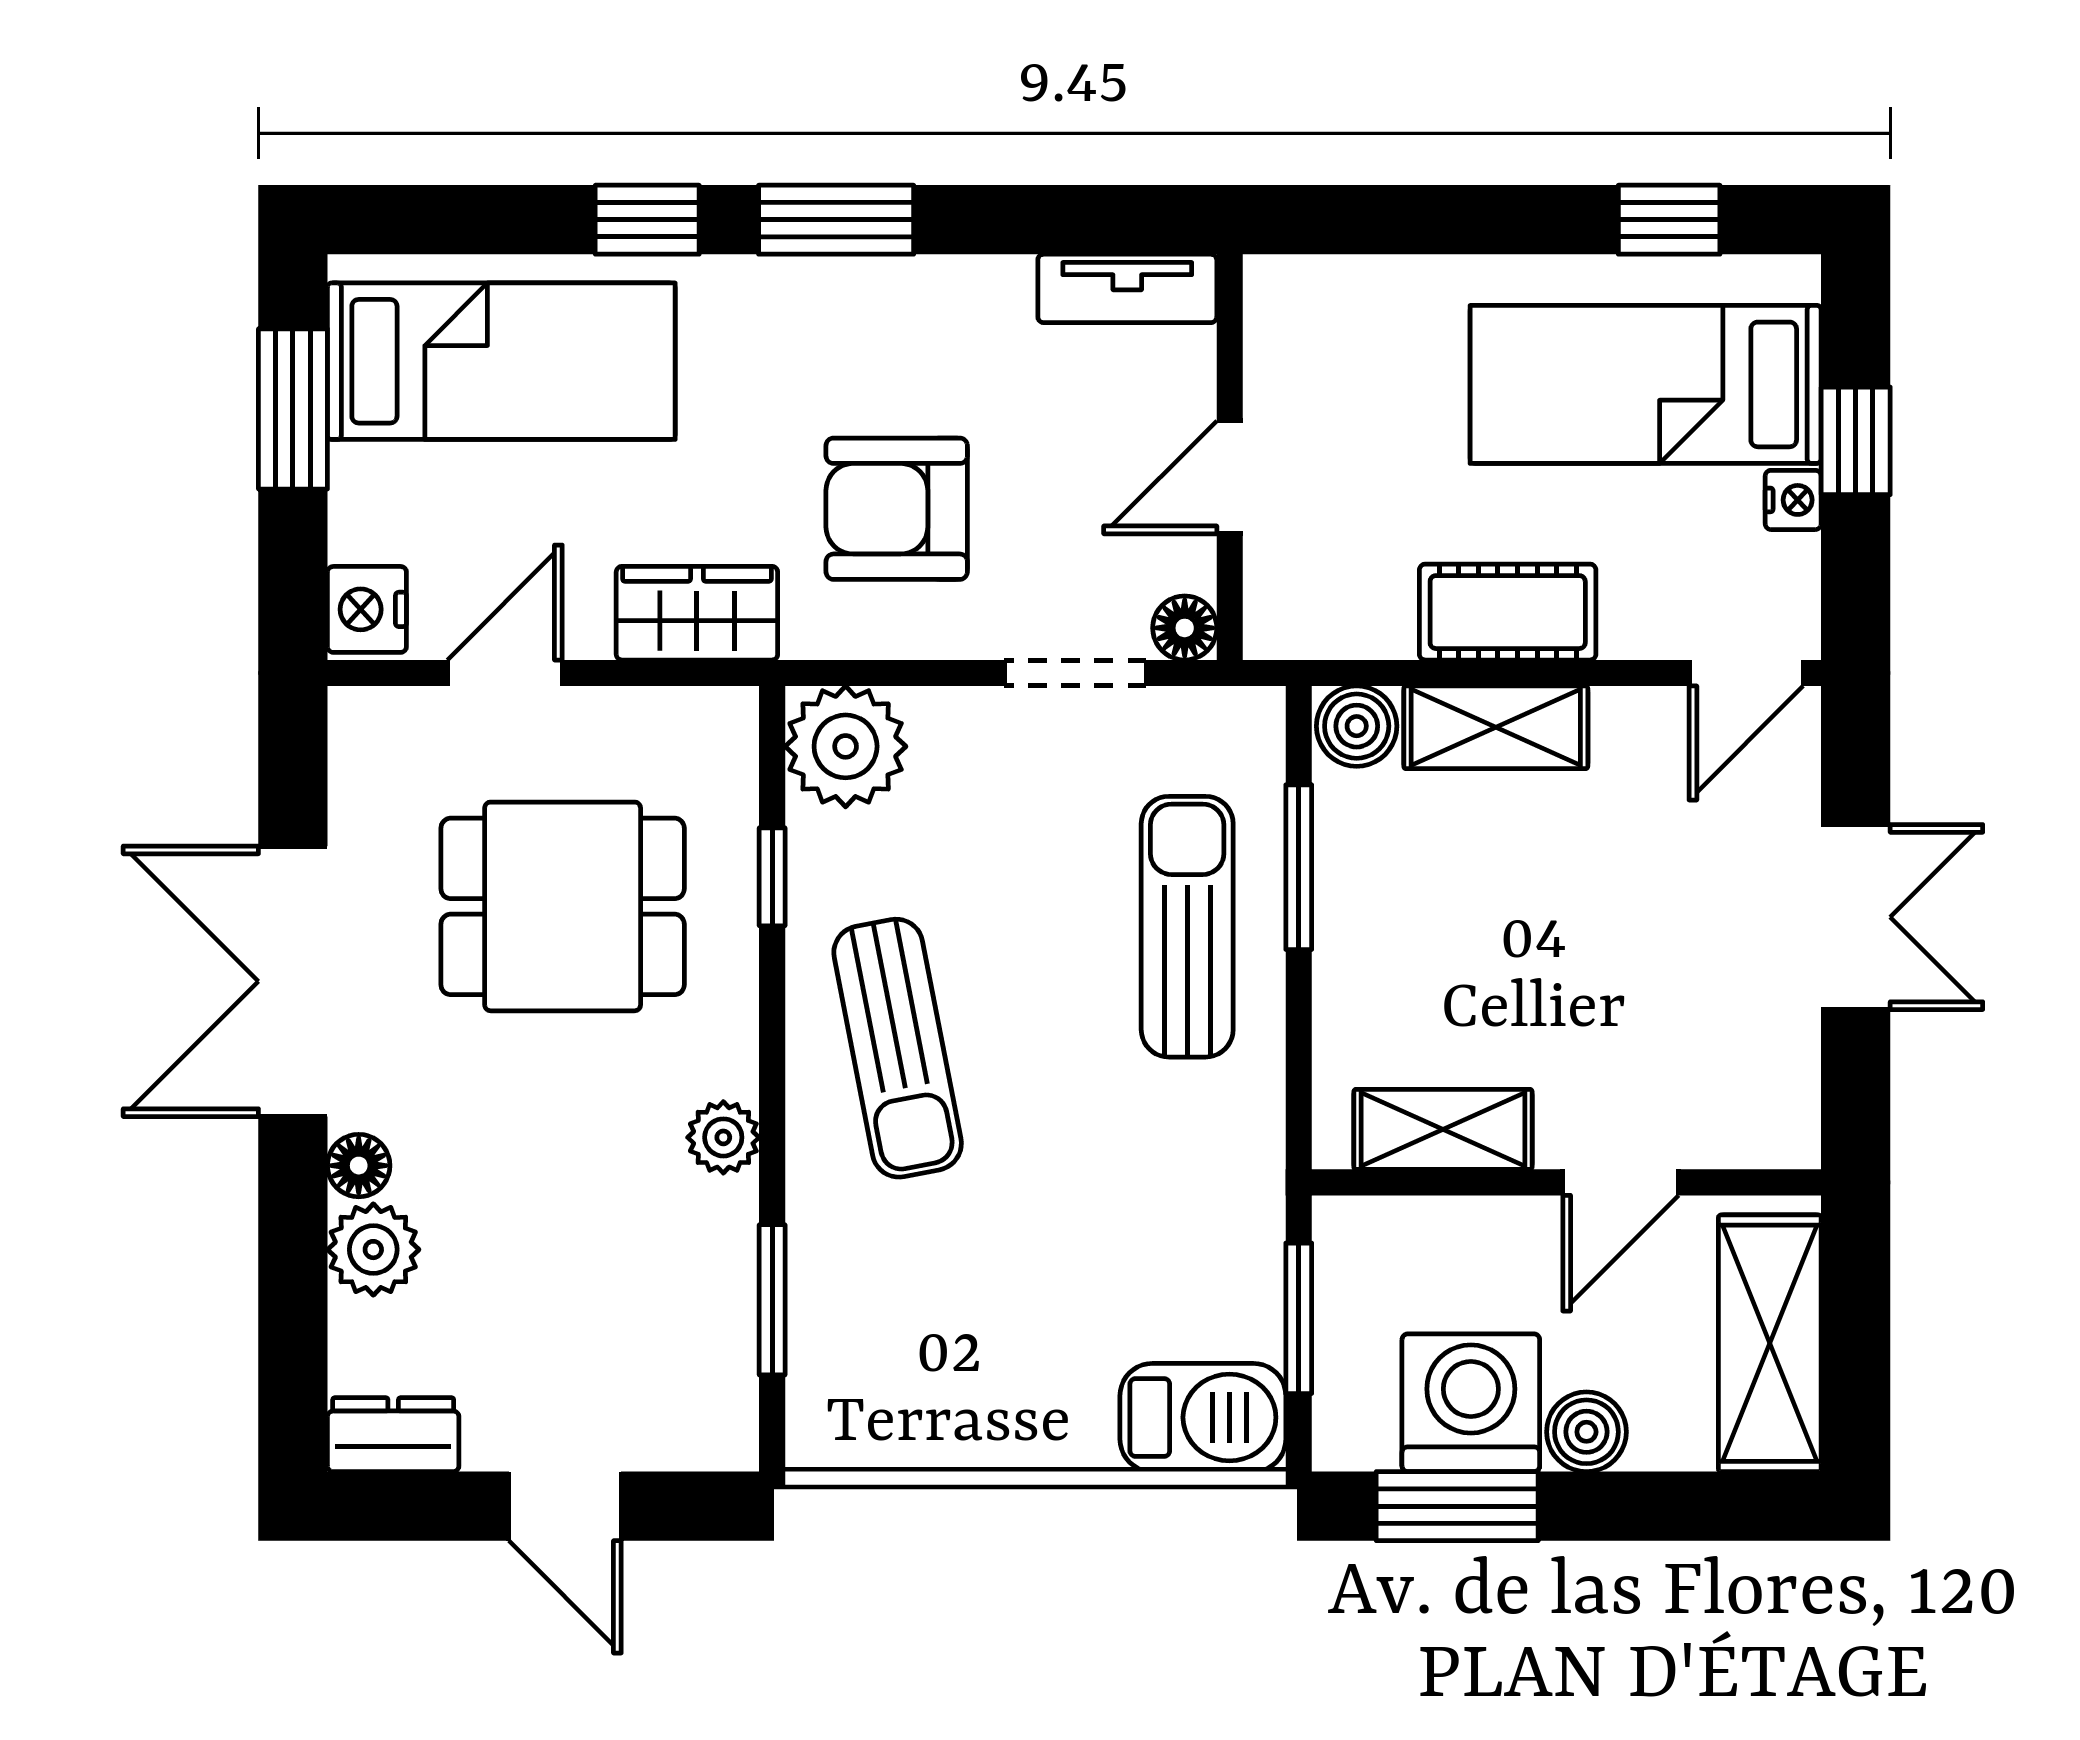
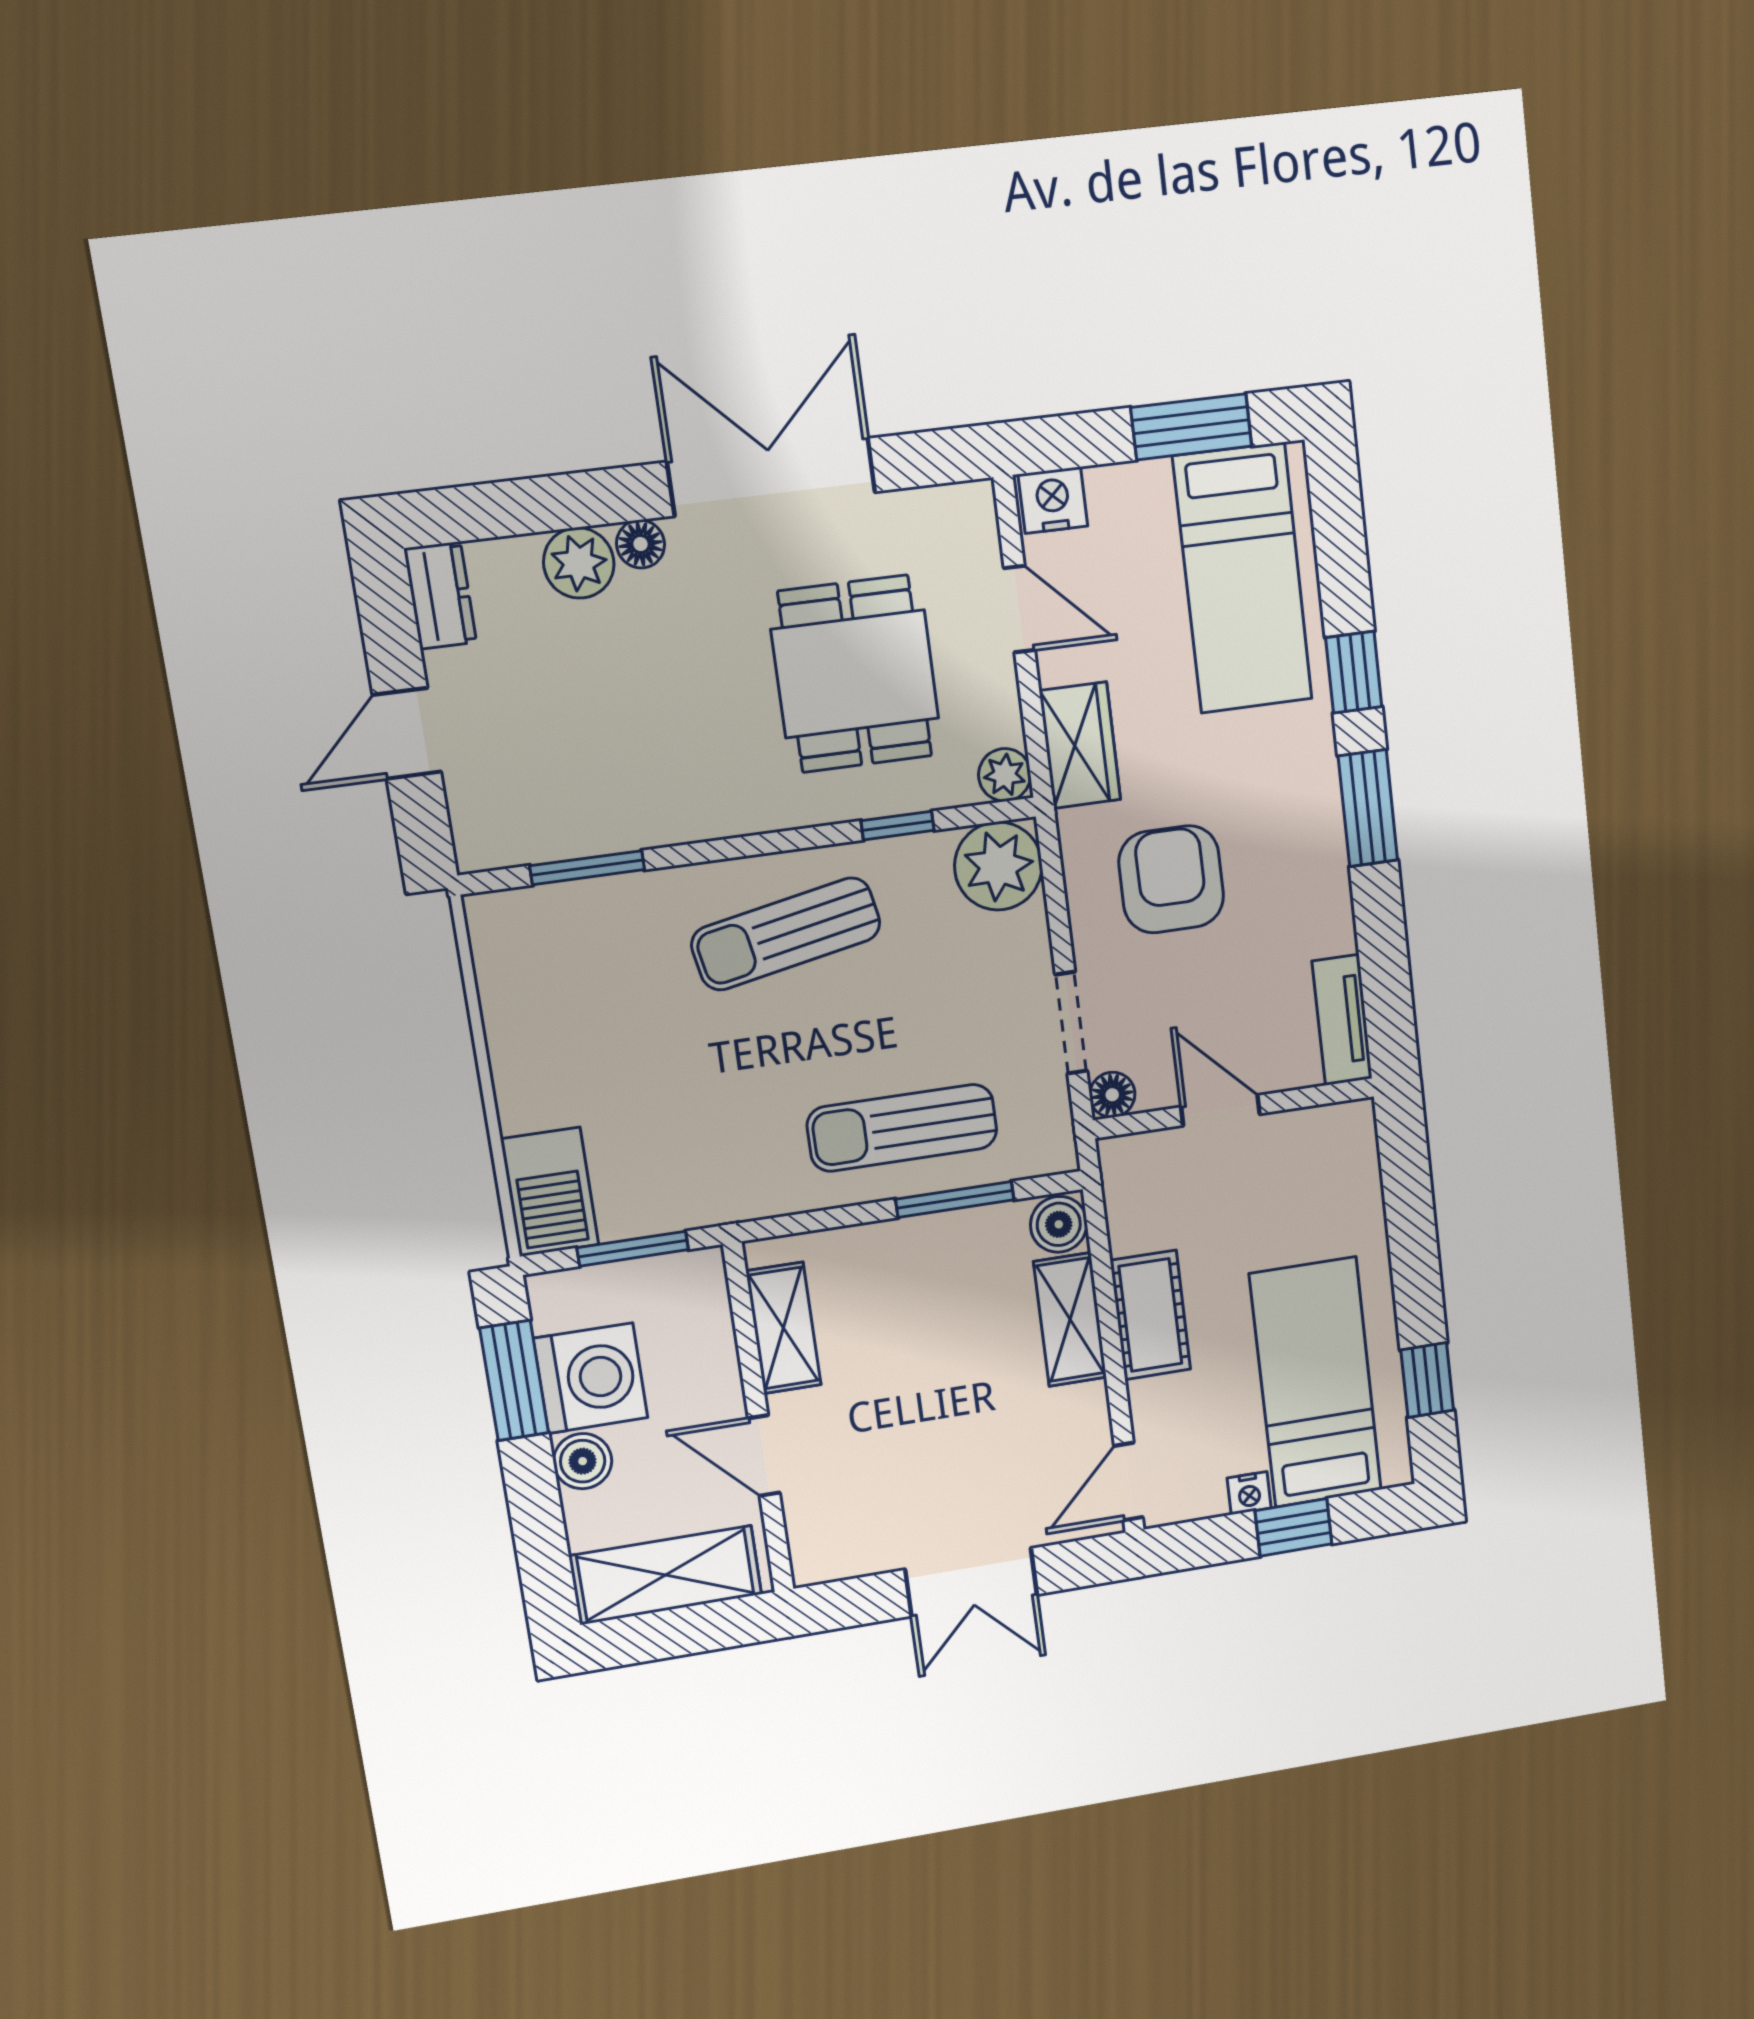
door: (1746, 673) -> (1129, 1482), hinge flipped
sun lounger: (1187, 927) -> (902, 1128), turned 180
plant: (723, 1137) -> (1005, 775), moved

